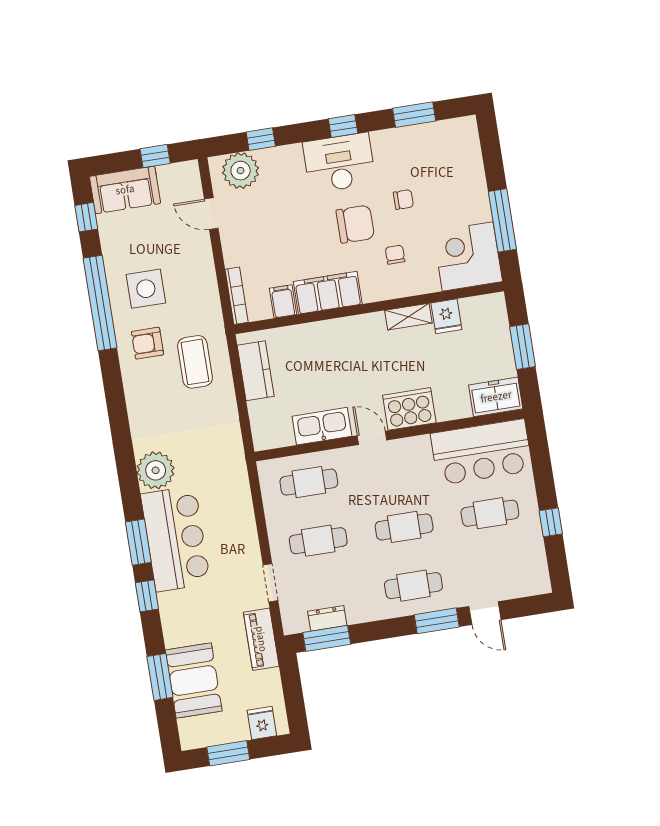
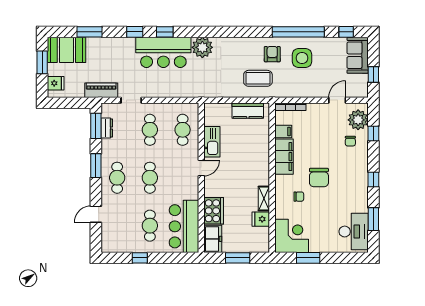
desk: (339, 163) -> (354, 232), moved
chair: (403, 200) -> (350, 141), moved
window: (502, 220) -> (308, 258), width x0.69
cooker: (409, 409) -> (214, 211), moved
window: (138, 542) -> (165, 32), width x0.67
window: (437, 621) -> (96, 166), moved
booth: (194, 681) -> (66, 50), moved

